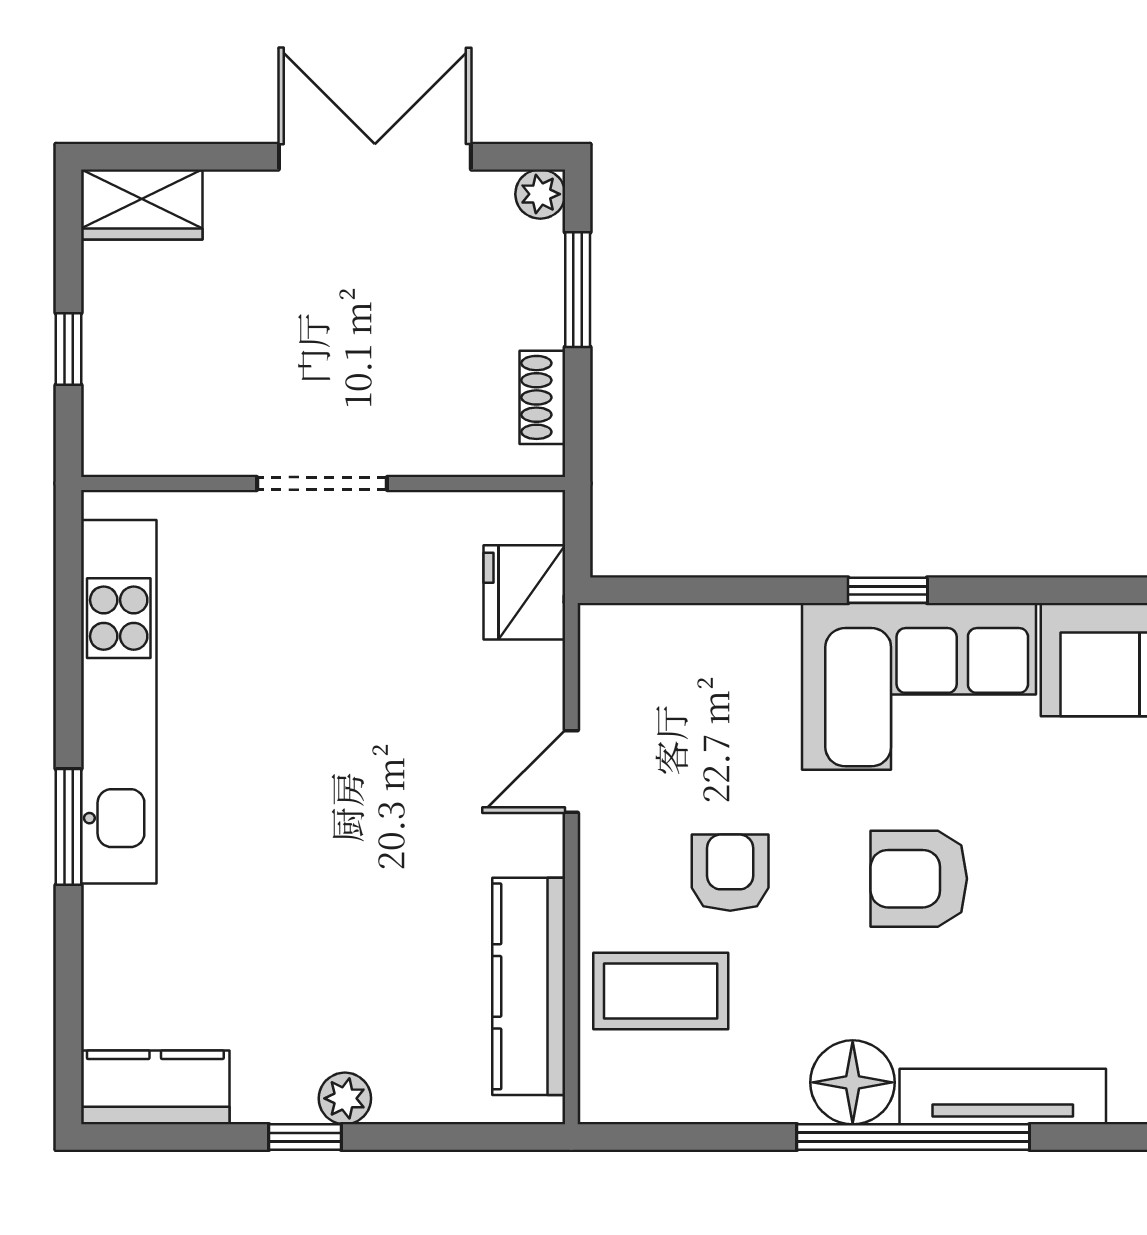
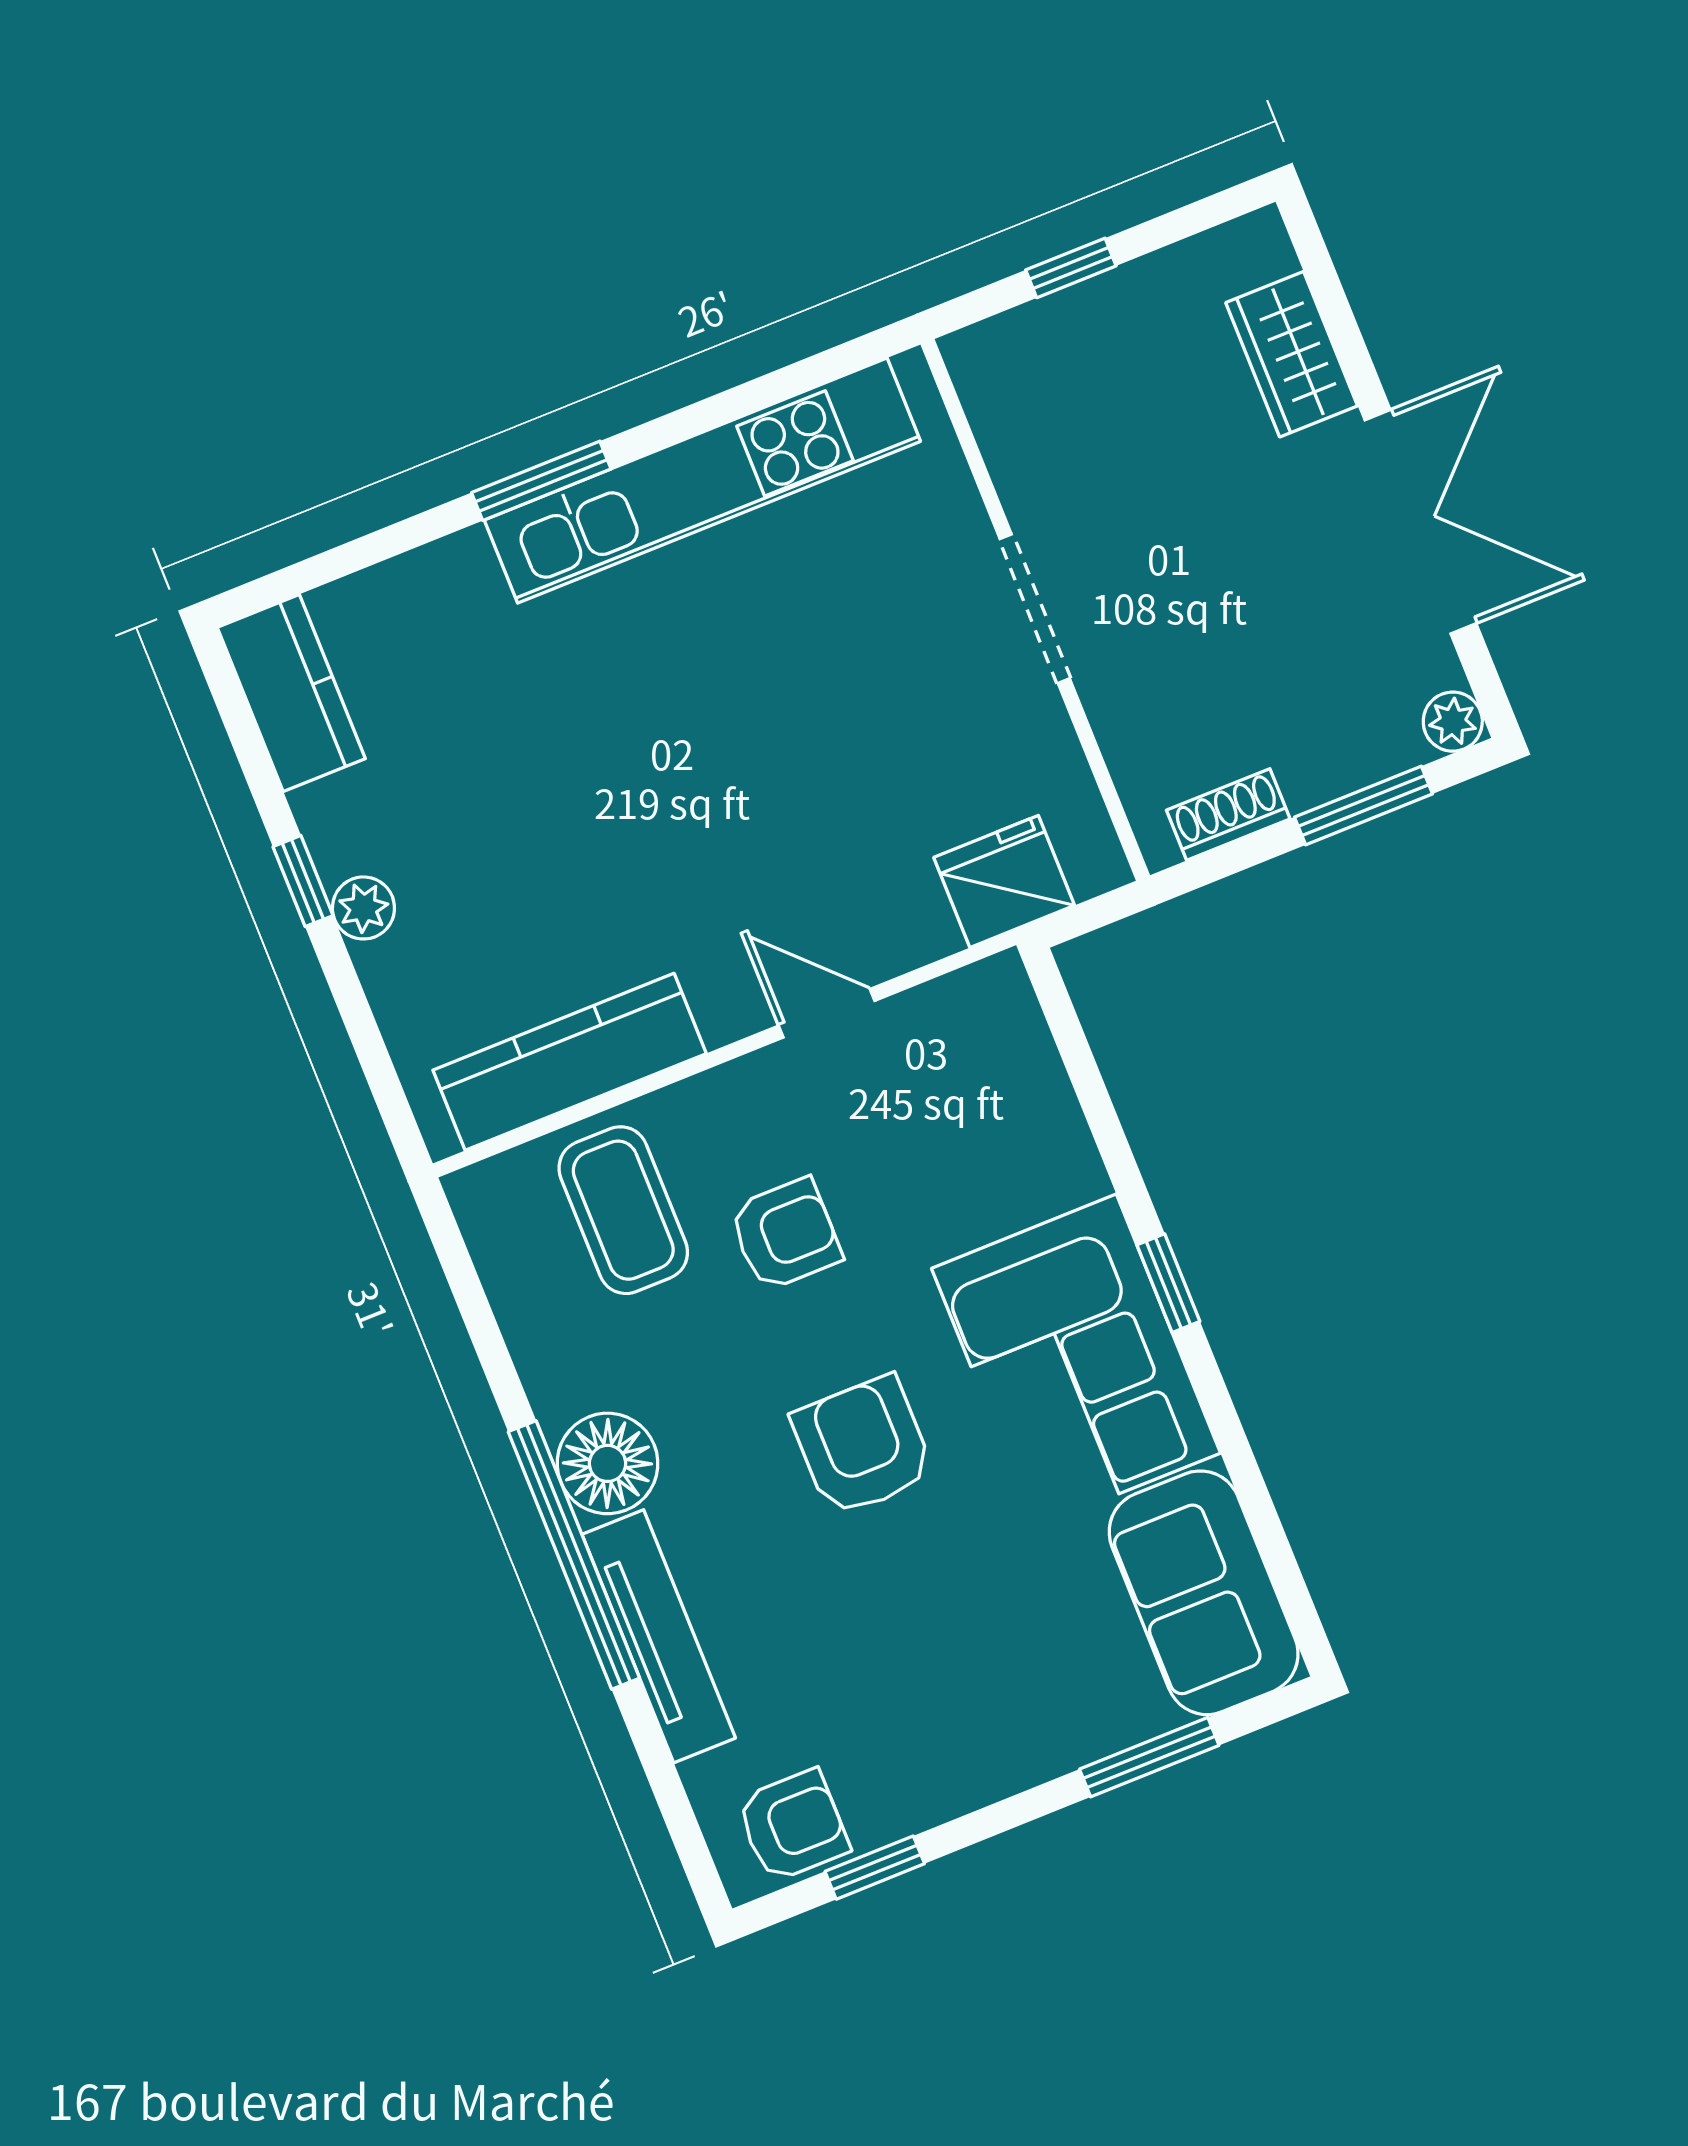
wardrobe: (142, 204) -> (1292, 354), moved

